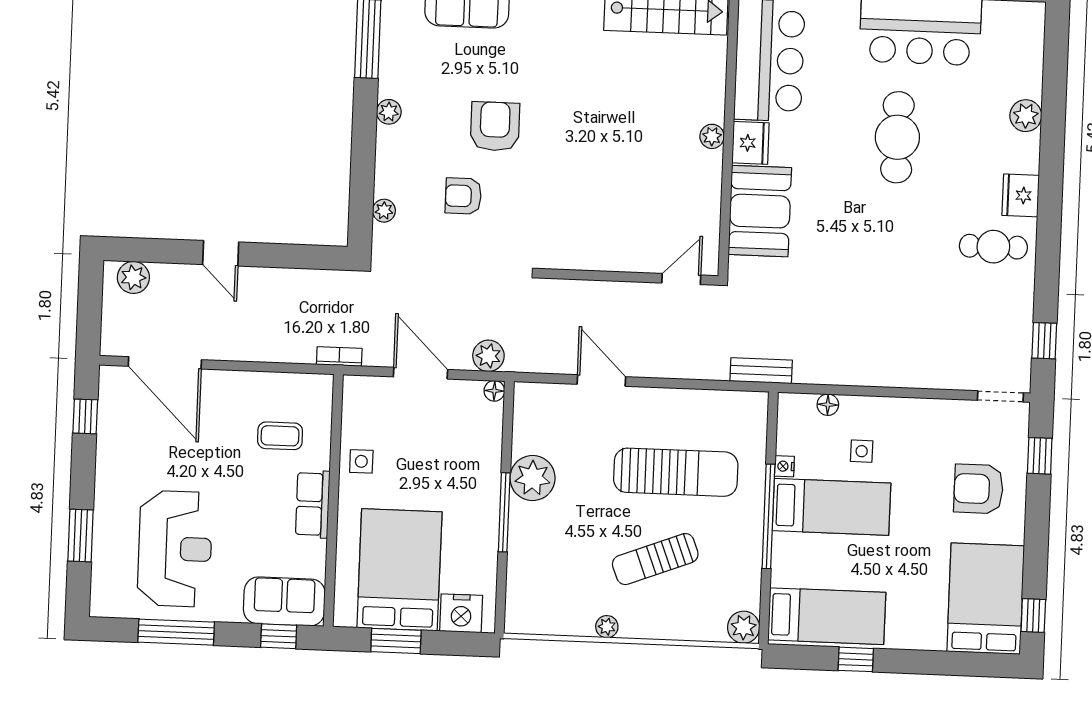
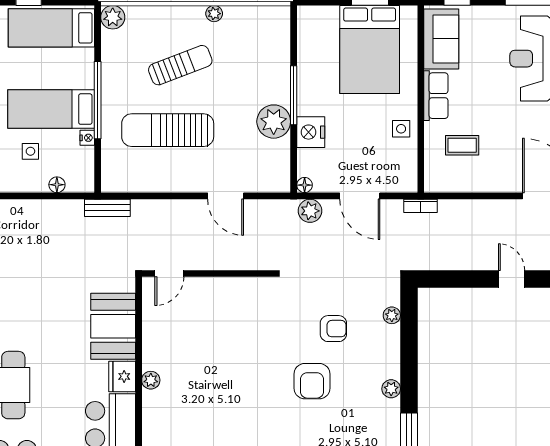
sofa: (284, 601) -> (441, 39), moved, turned -90
nightstand: (461, 613) -> (311, 132), moved, turned -90

